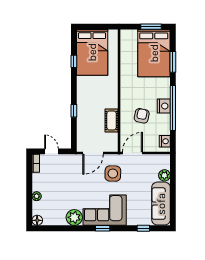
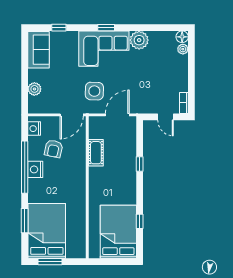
armchair: (142, 116) -> (54, 149), moved
plant: (37, 196) -> (183, 49), moved
sofa: (161, 204) -> (38, 50), width x0.73

